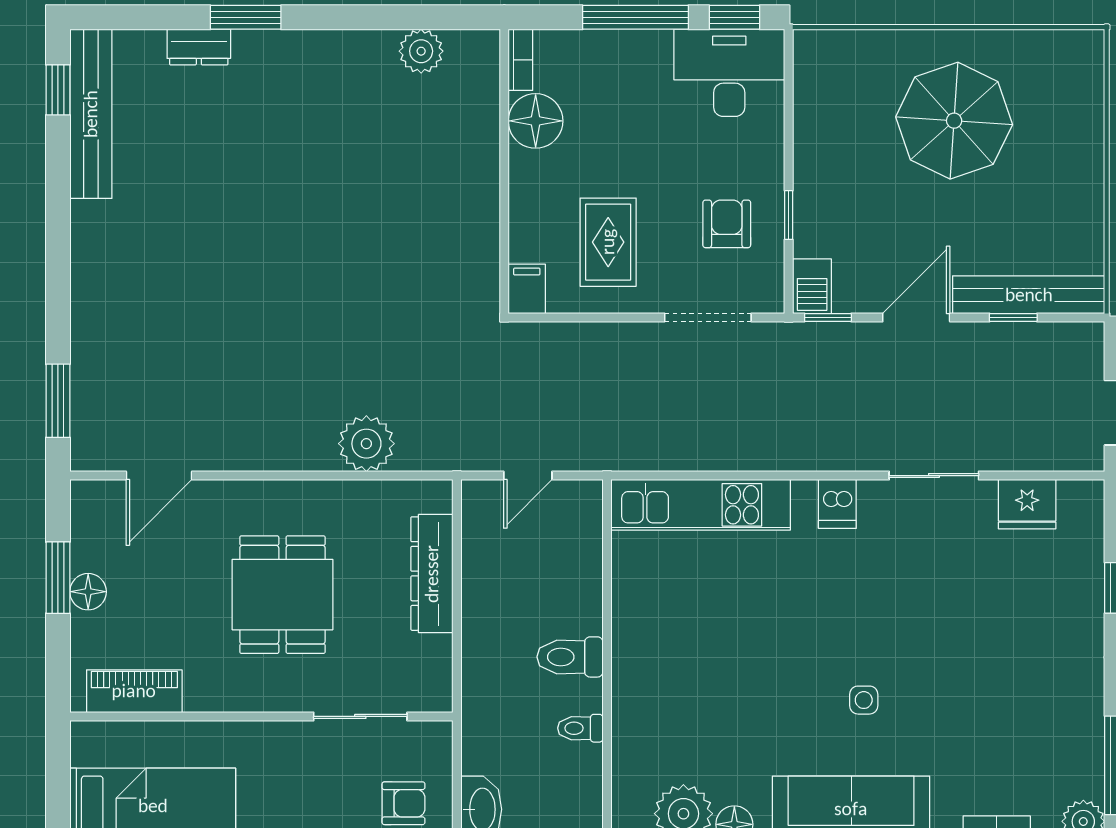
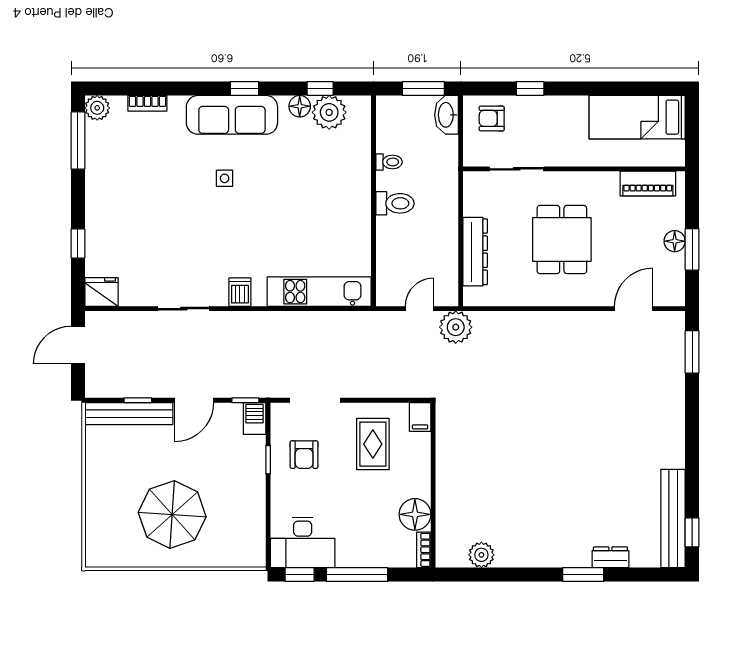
plant: (366, 444) -> (456, 327), moved
fridge: (1027, 504) -> (101, 292), moved

